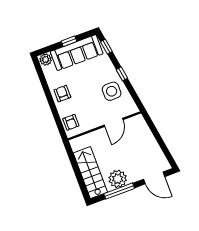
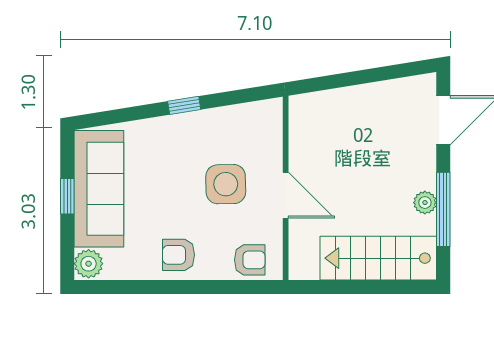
window: (106, 47) -> (110, 117), removed
side table: (112, 91) -> (226, 184), moved
door: (114, 122) -> (286, 195), moved
plant: (118, 179) -> (425, 203), width x0.53, depth x0.53

